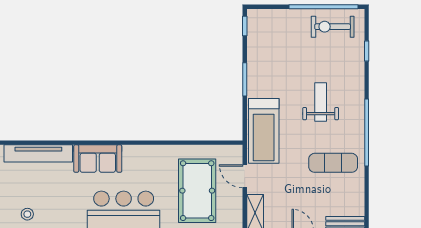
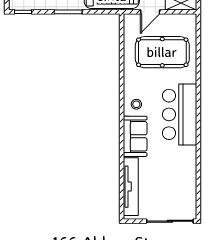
stool: (27, 214) -> (136, 104), moved

